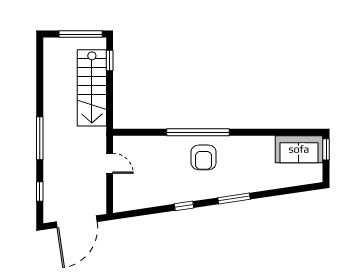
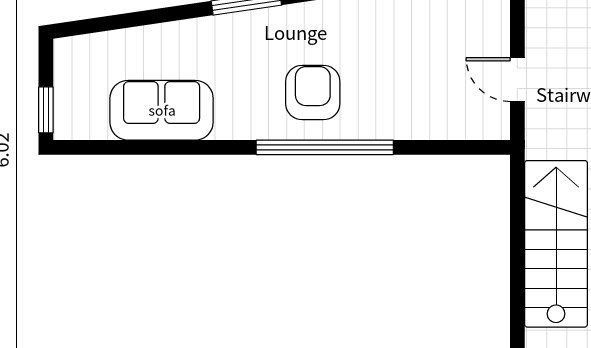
window: (110, 61) -> (517, 304), removed
sofa: (299, 149) -> (162, 110), moved

